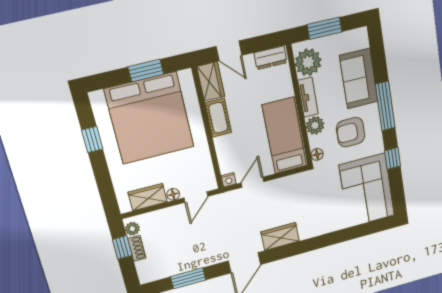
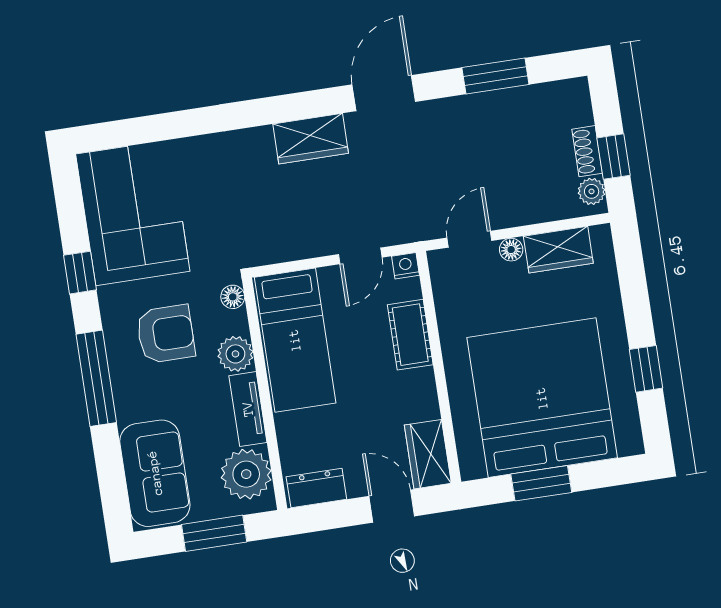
sofa: (359, 79) -> (155, 473), moved
cot: (218, 118) -> (410, 335), moved

